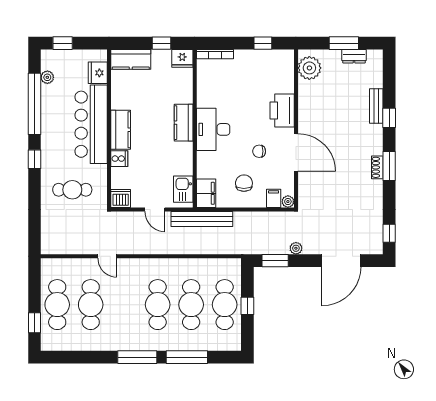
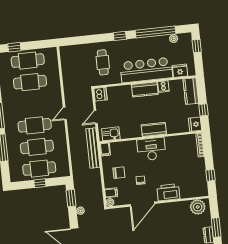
cooker: (119, 159) -> (163, 87), moved
filing cabinet: (206, 193) -> (105, 149), width x0.50
door: (107, 256) -> (65, 113), moved

